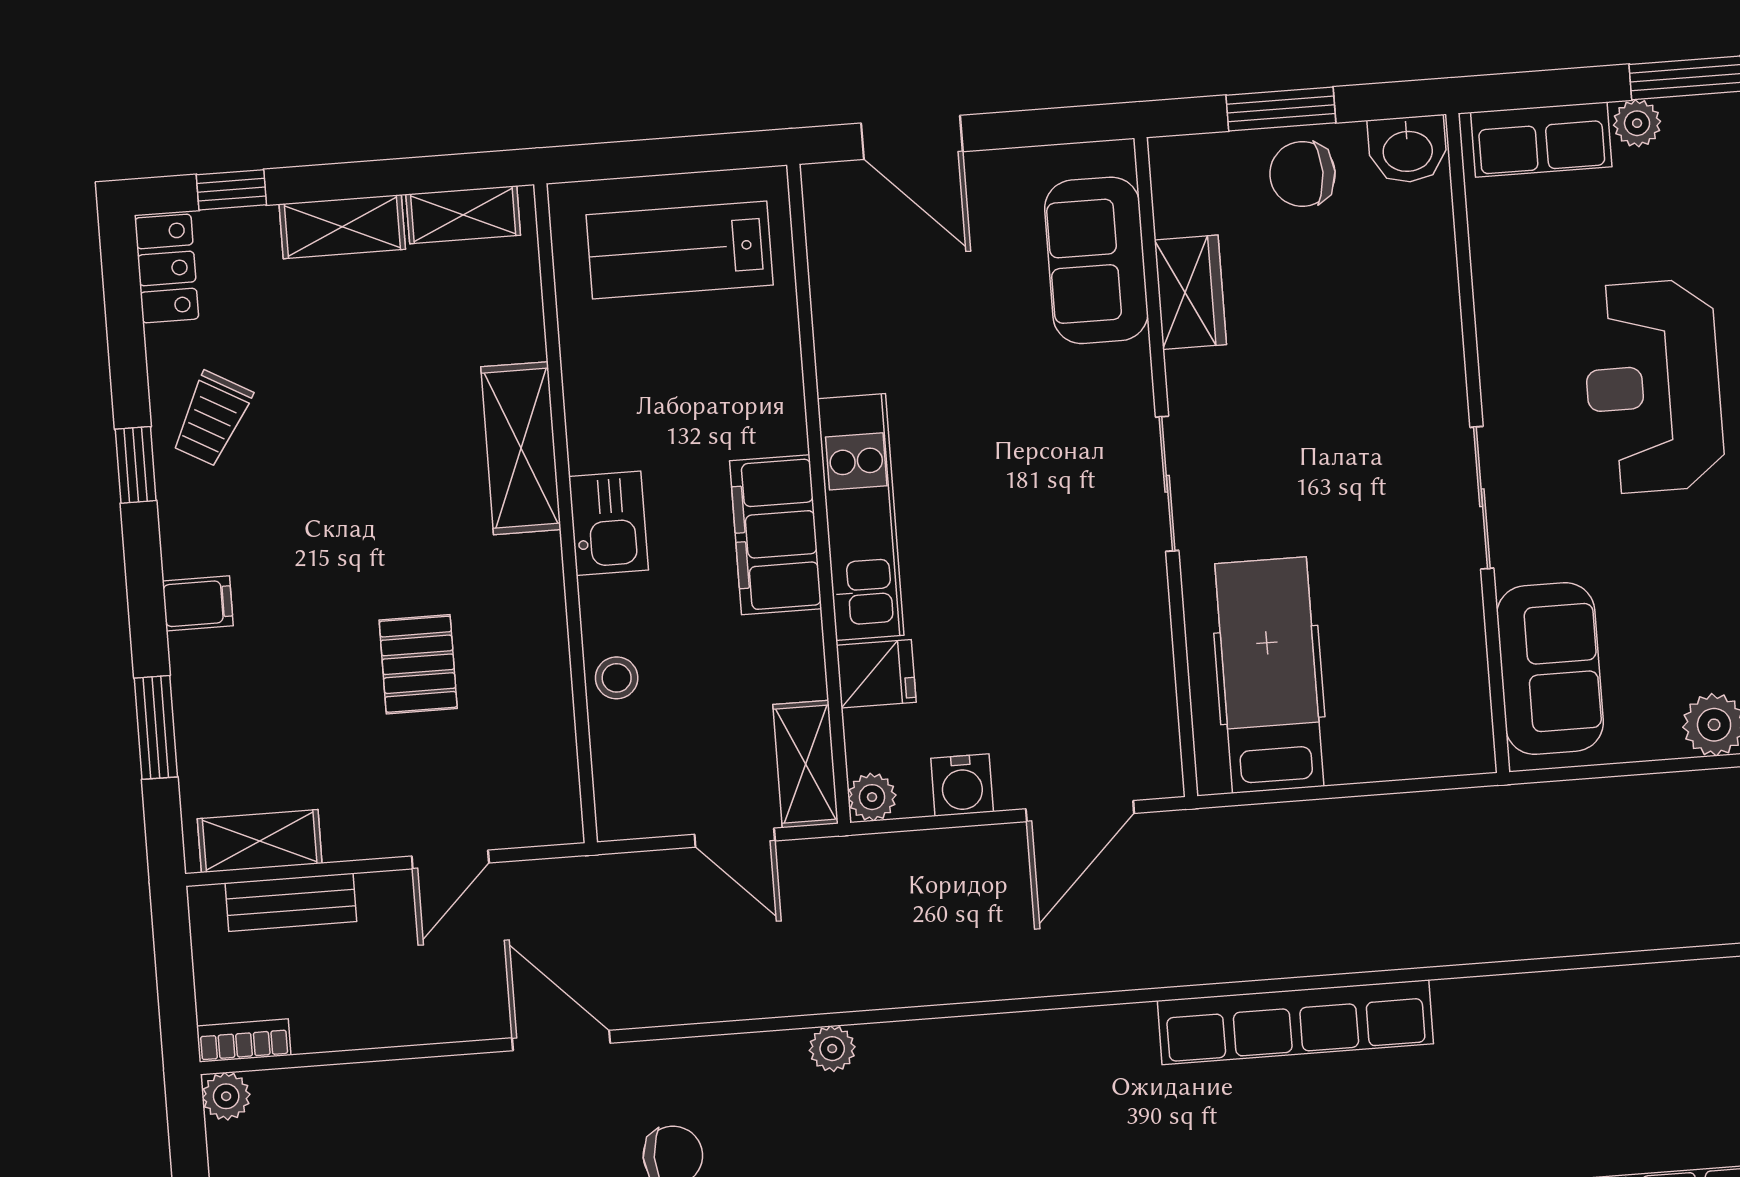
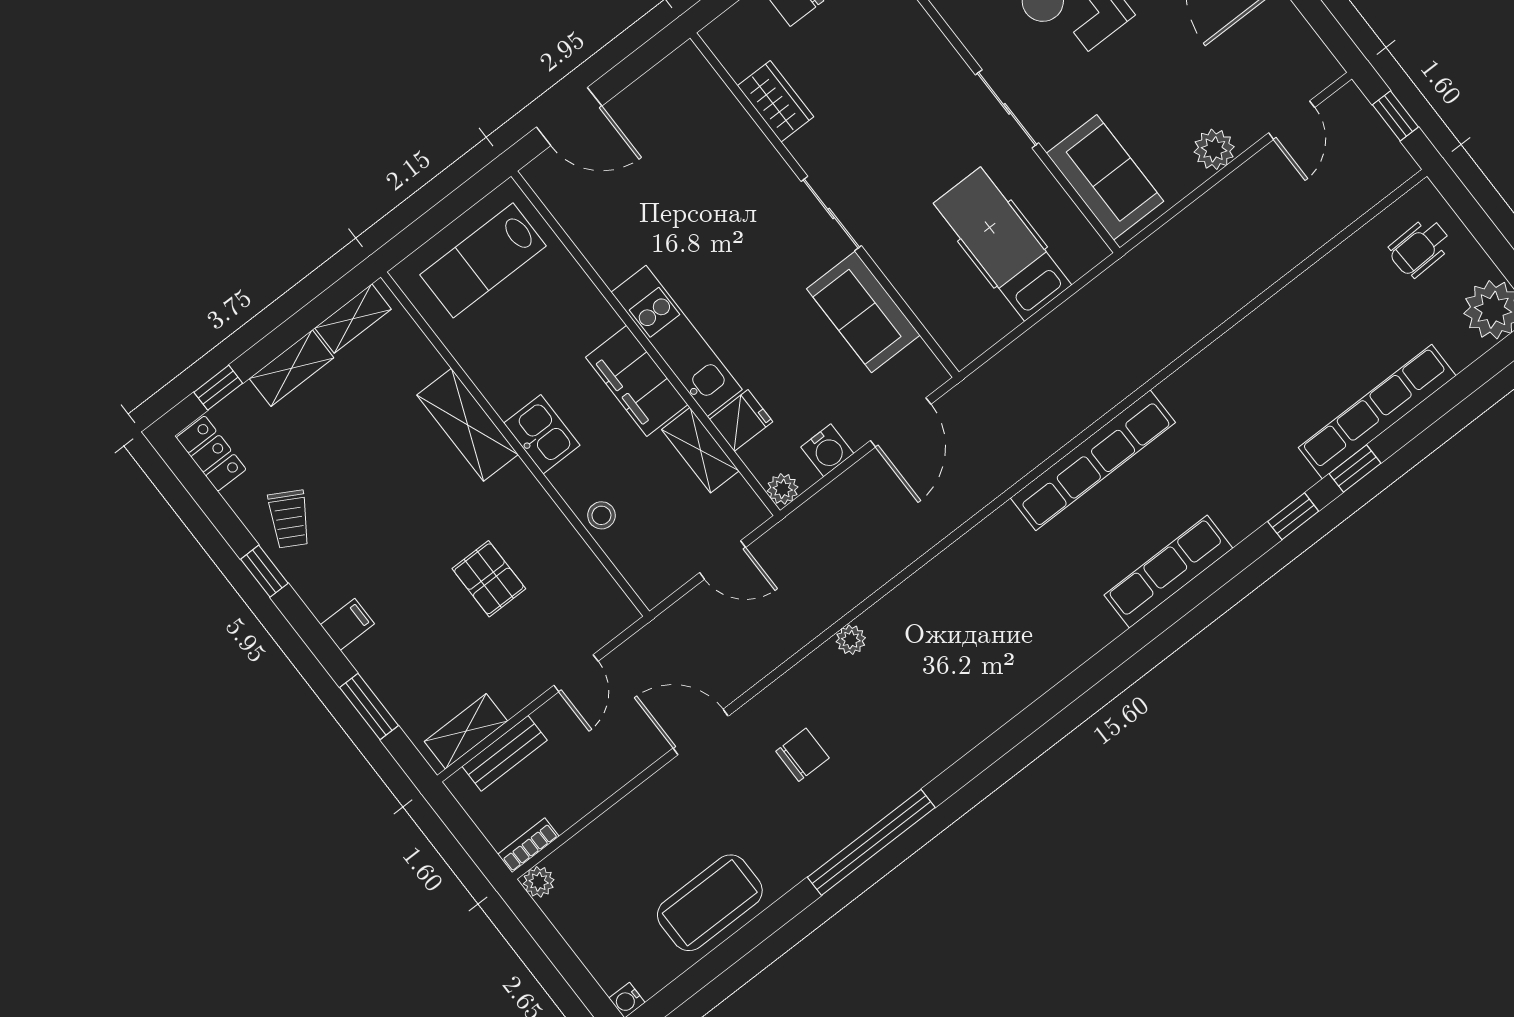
sofa: (1096, 260) -> (863, 312), moved
hospital bed: (1269, 675) -> (1003, 244), moved
shelving: (806, 764) -> (700, 450), moved

